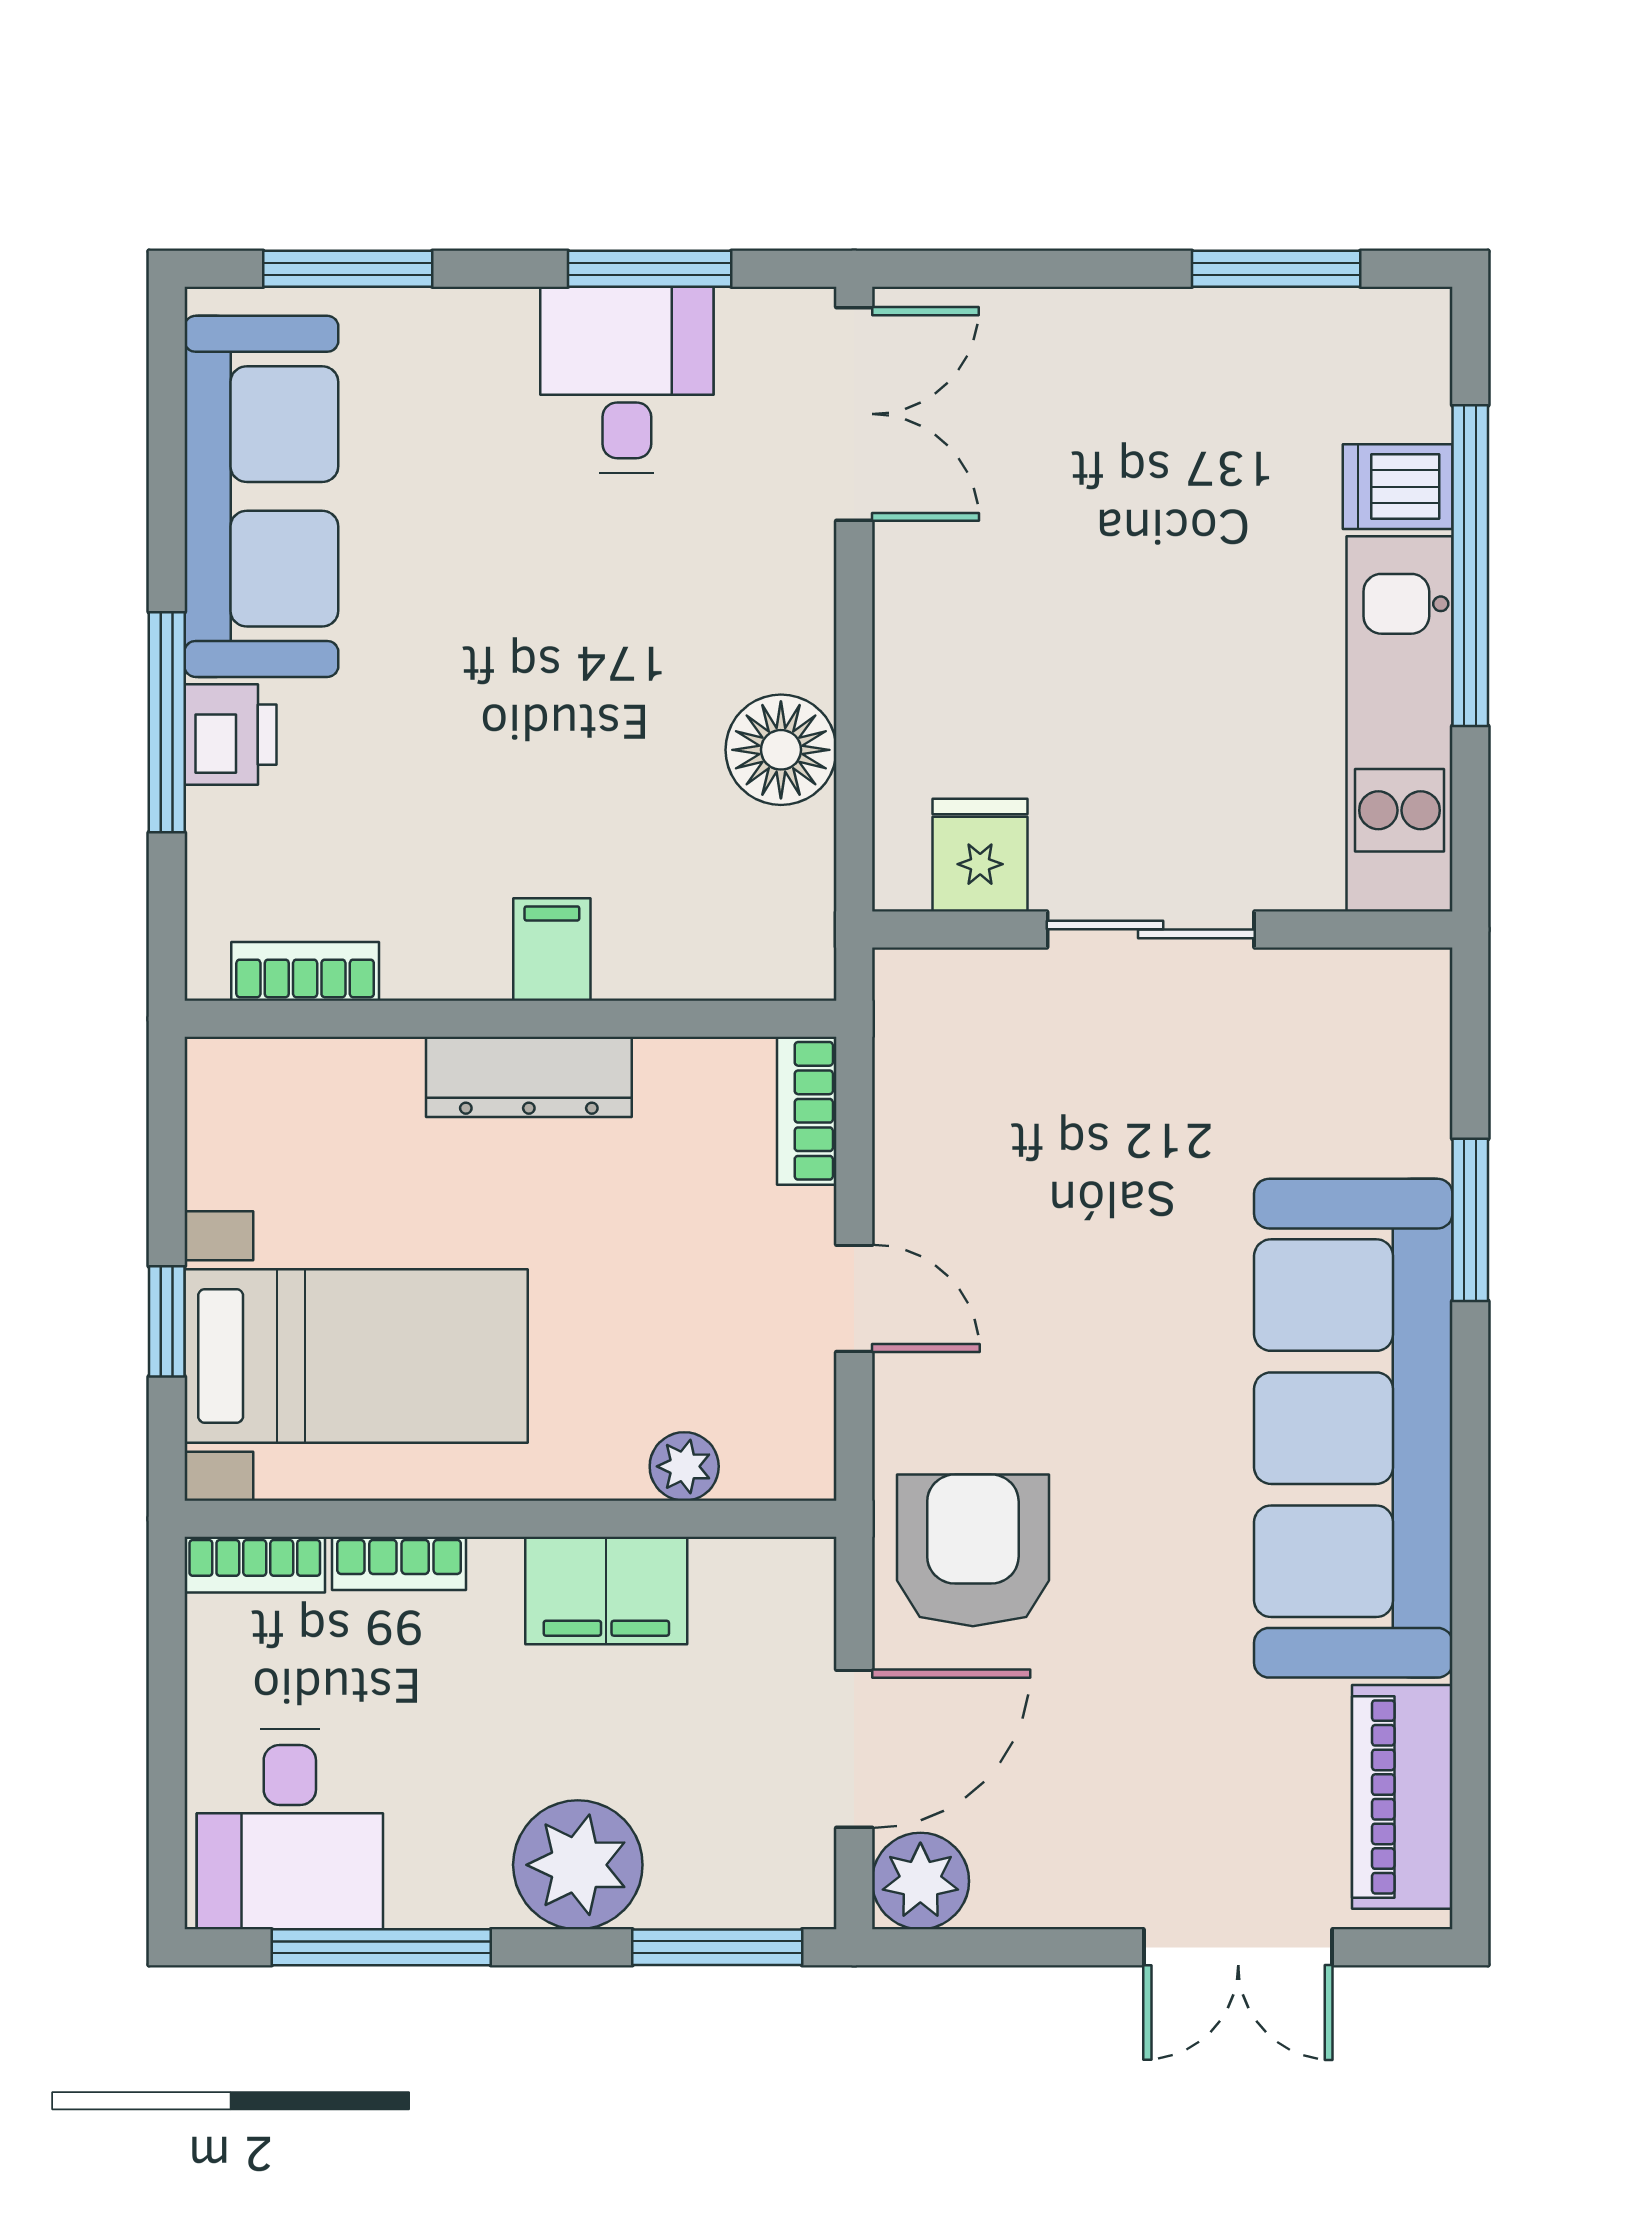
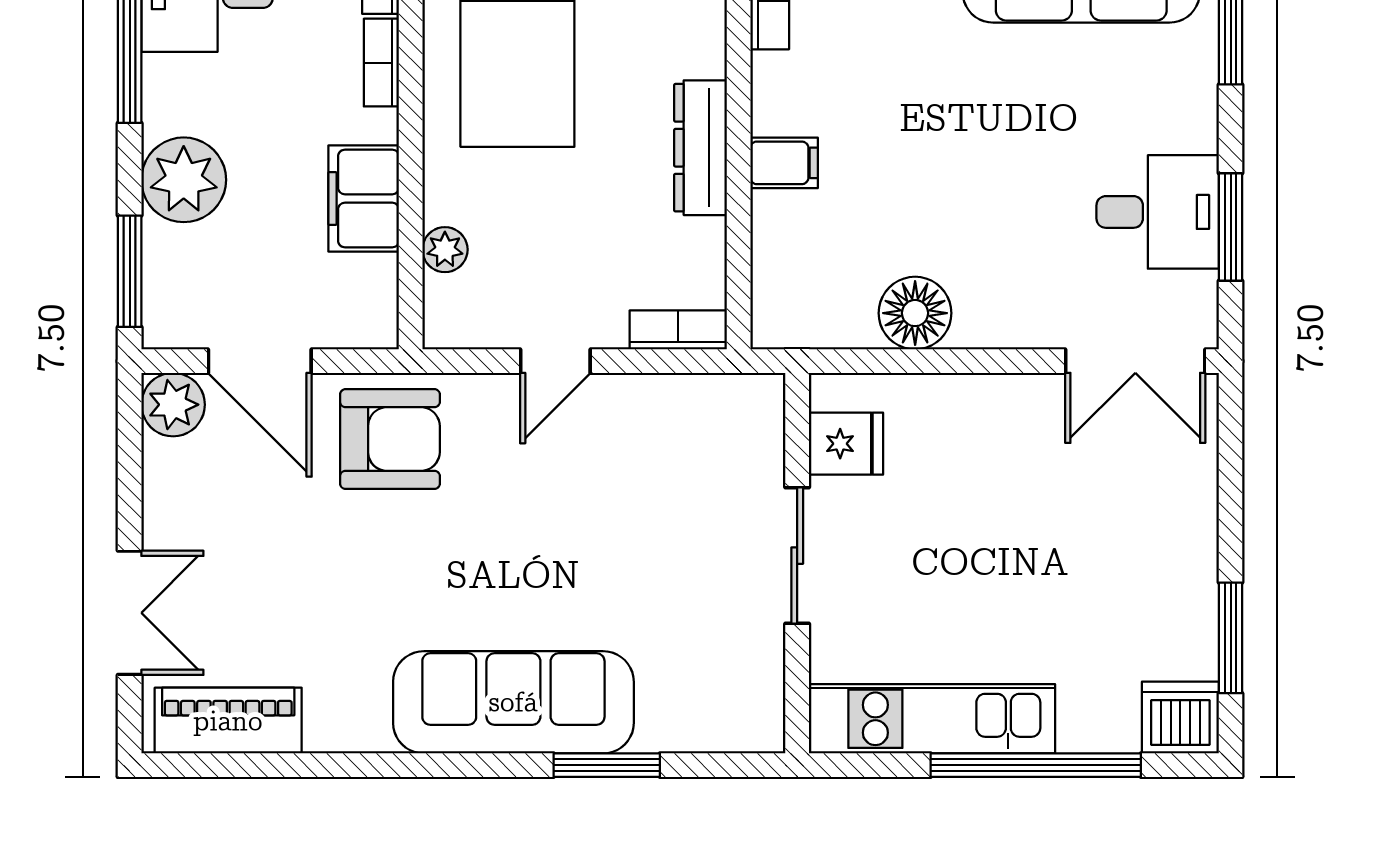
dishwasher: (1398, 487) -> (1180, 718), moved, width x1.38
sofa: (1353, 1428) -> (513, 702), width x0.74, depth x0.79
double door: (1238, 1947) -> (130, 613), swing flipped

